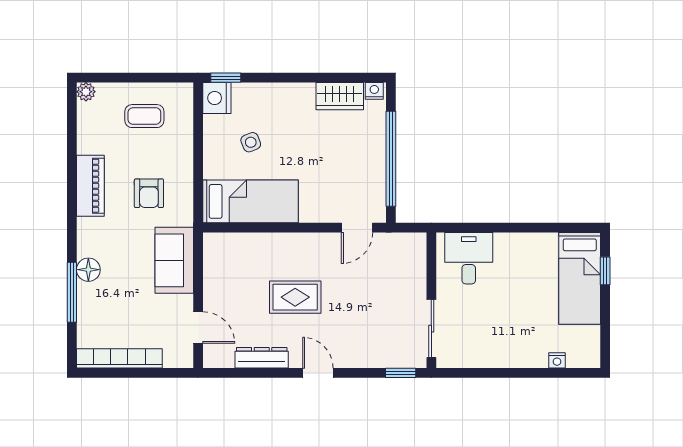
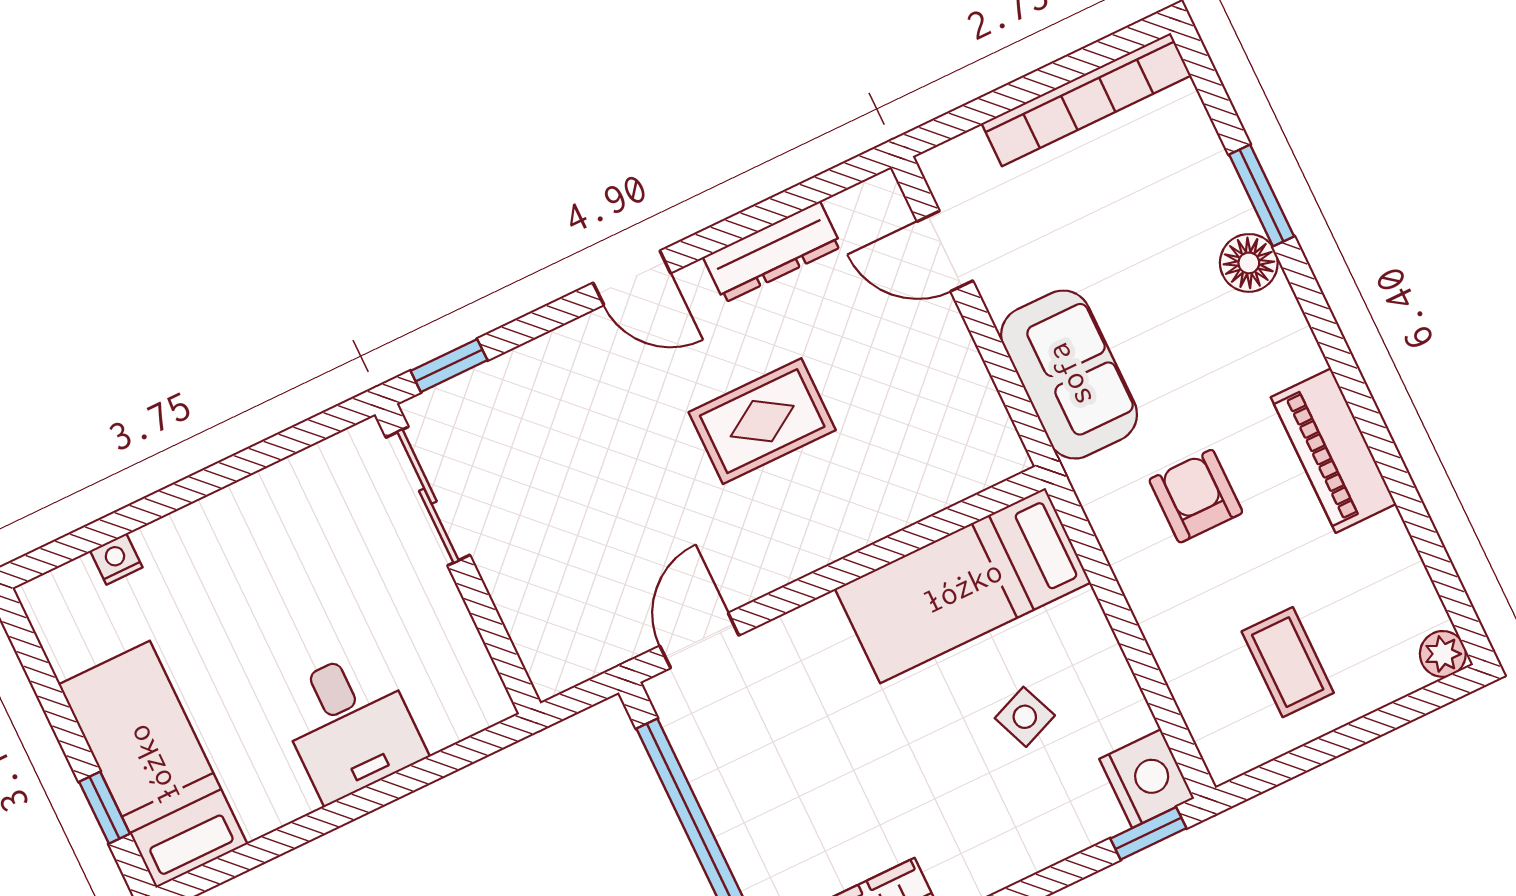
coffee table: (144, 116) -> (1288, 662), turned 90
desk: (469, 258) -> (350, 725), moved
window: (72, 292) -> (1262, 196), width x0.69

